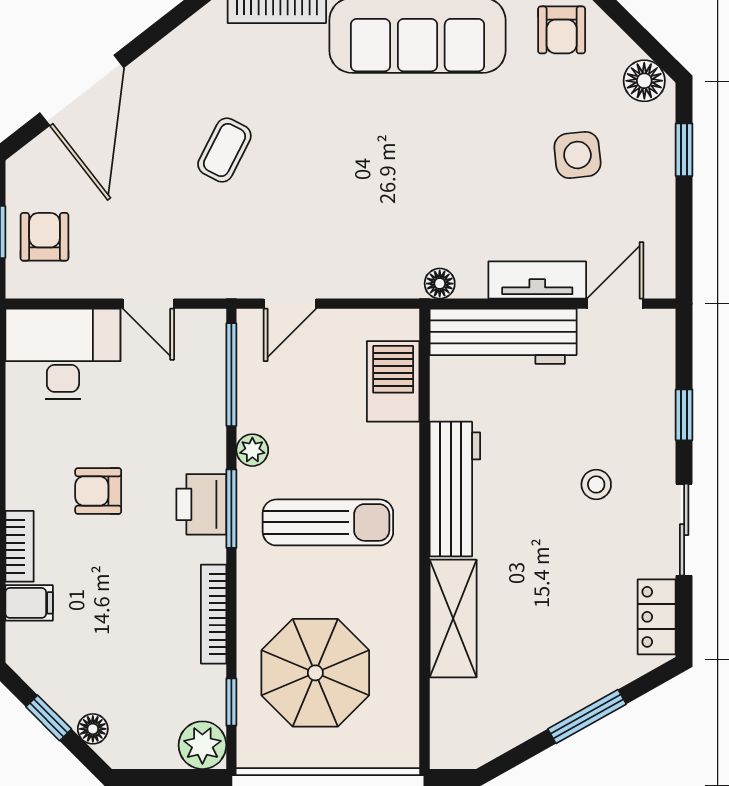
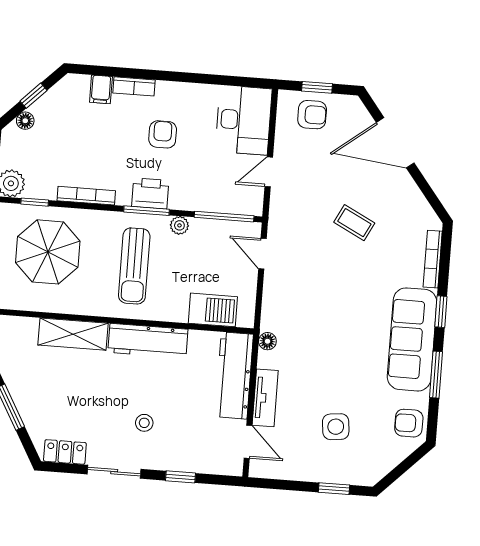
floor lamp: (644, 81) -> (376, 469), removed

